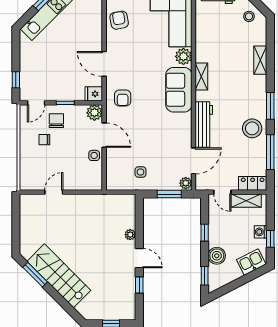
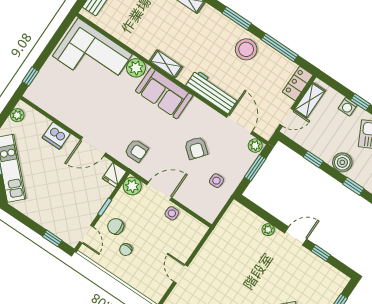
armchair: (119, 20) -> (196, 148), moved, turned -130
dishwasher: (94, 31) -> (56, 136), added

